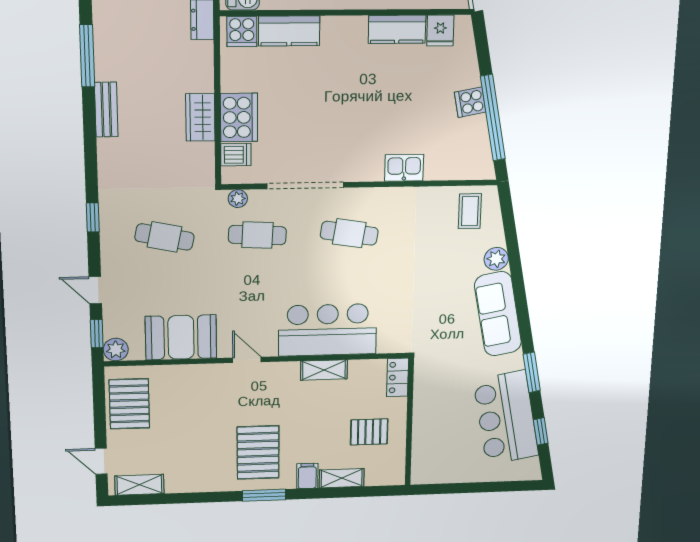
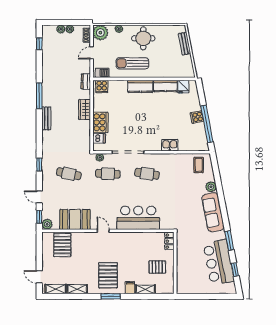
kitchen counter: (289, 31) -> (140, 86), moved
wardrobe: (200, 117) -> (85, 110), moved
shelving: (324, 370) -> (77, 289), moved
pallet: (129, 404) -> (62, 245), moved

